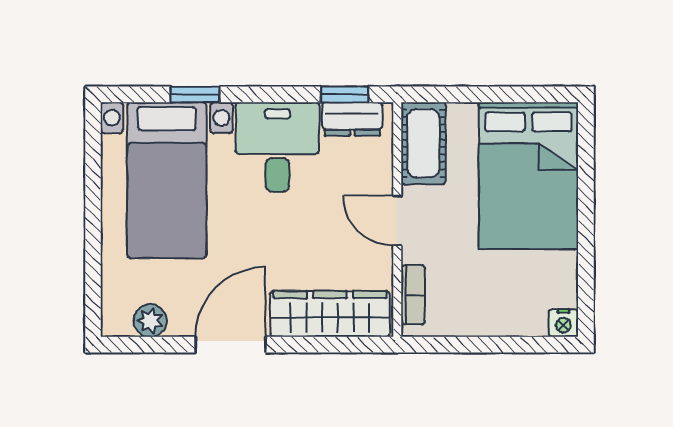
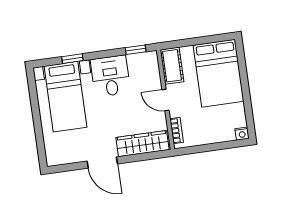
dresser: (352, 119) -> (140, 60), removed
plant: (150, 321) -> (67, 157), removed
door: (231, 345) -> (102, 163), swing flipped

